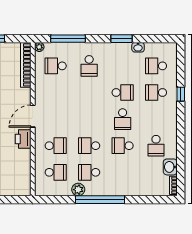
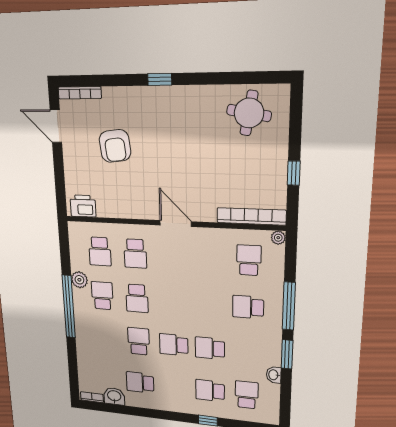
window: (68, 39) -> (289, 306), moved
school desk: (123, 93) -> (210, 348), turned 90
school desk: (156, 93) -> (210, 391), turned -90
printer: (23, 139) -> (83, 206), moved
school desk: (89, 146) -> (137, 298), turned 180

